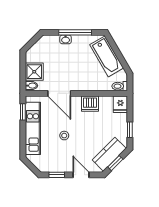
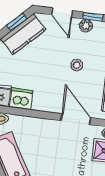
dishwasher: (90, 104) -> (21, 99), moved
plant: (61, 167) -> (86, 26), added

